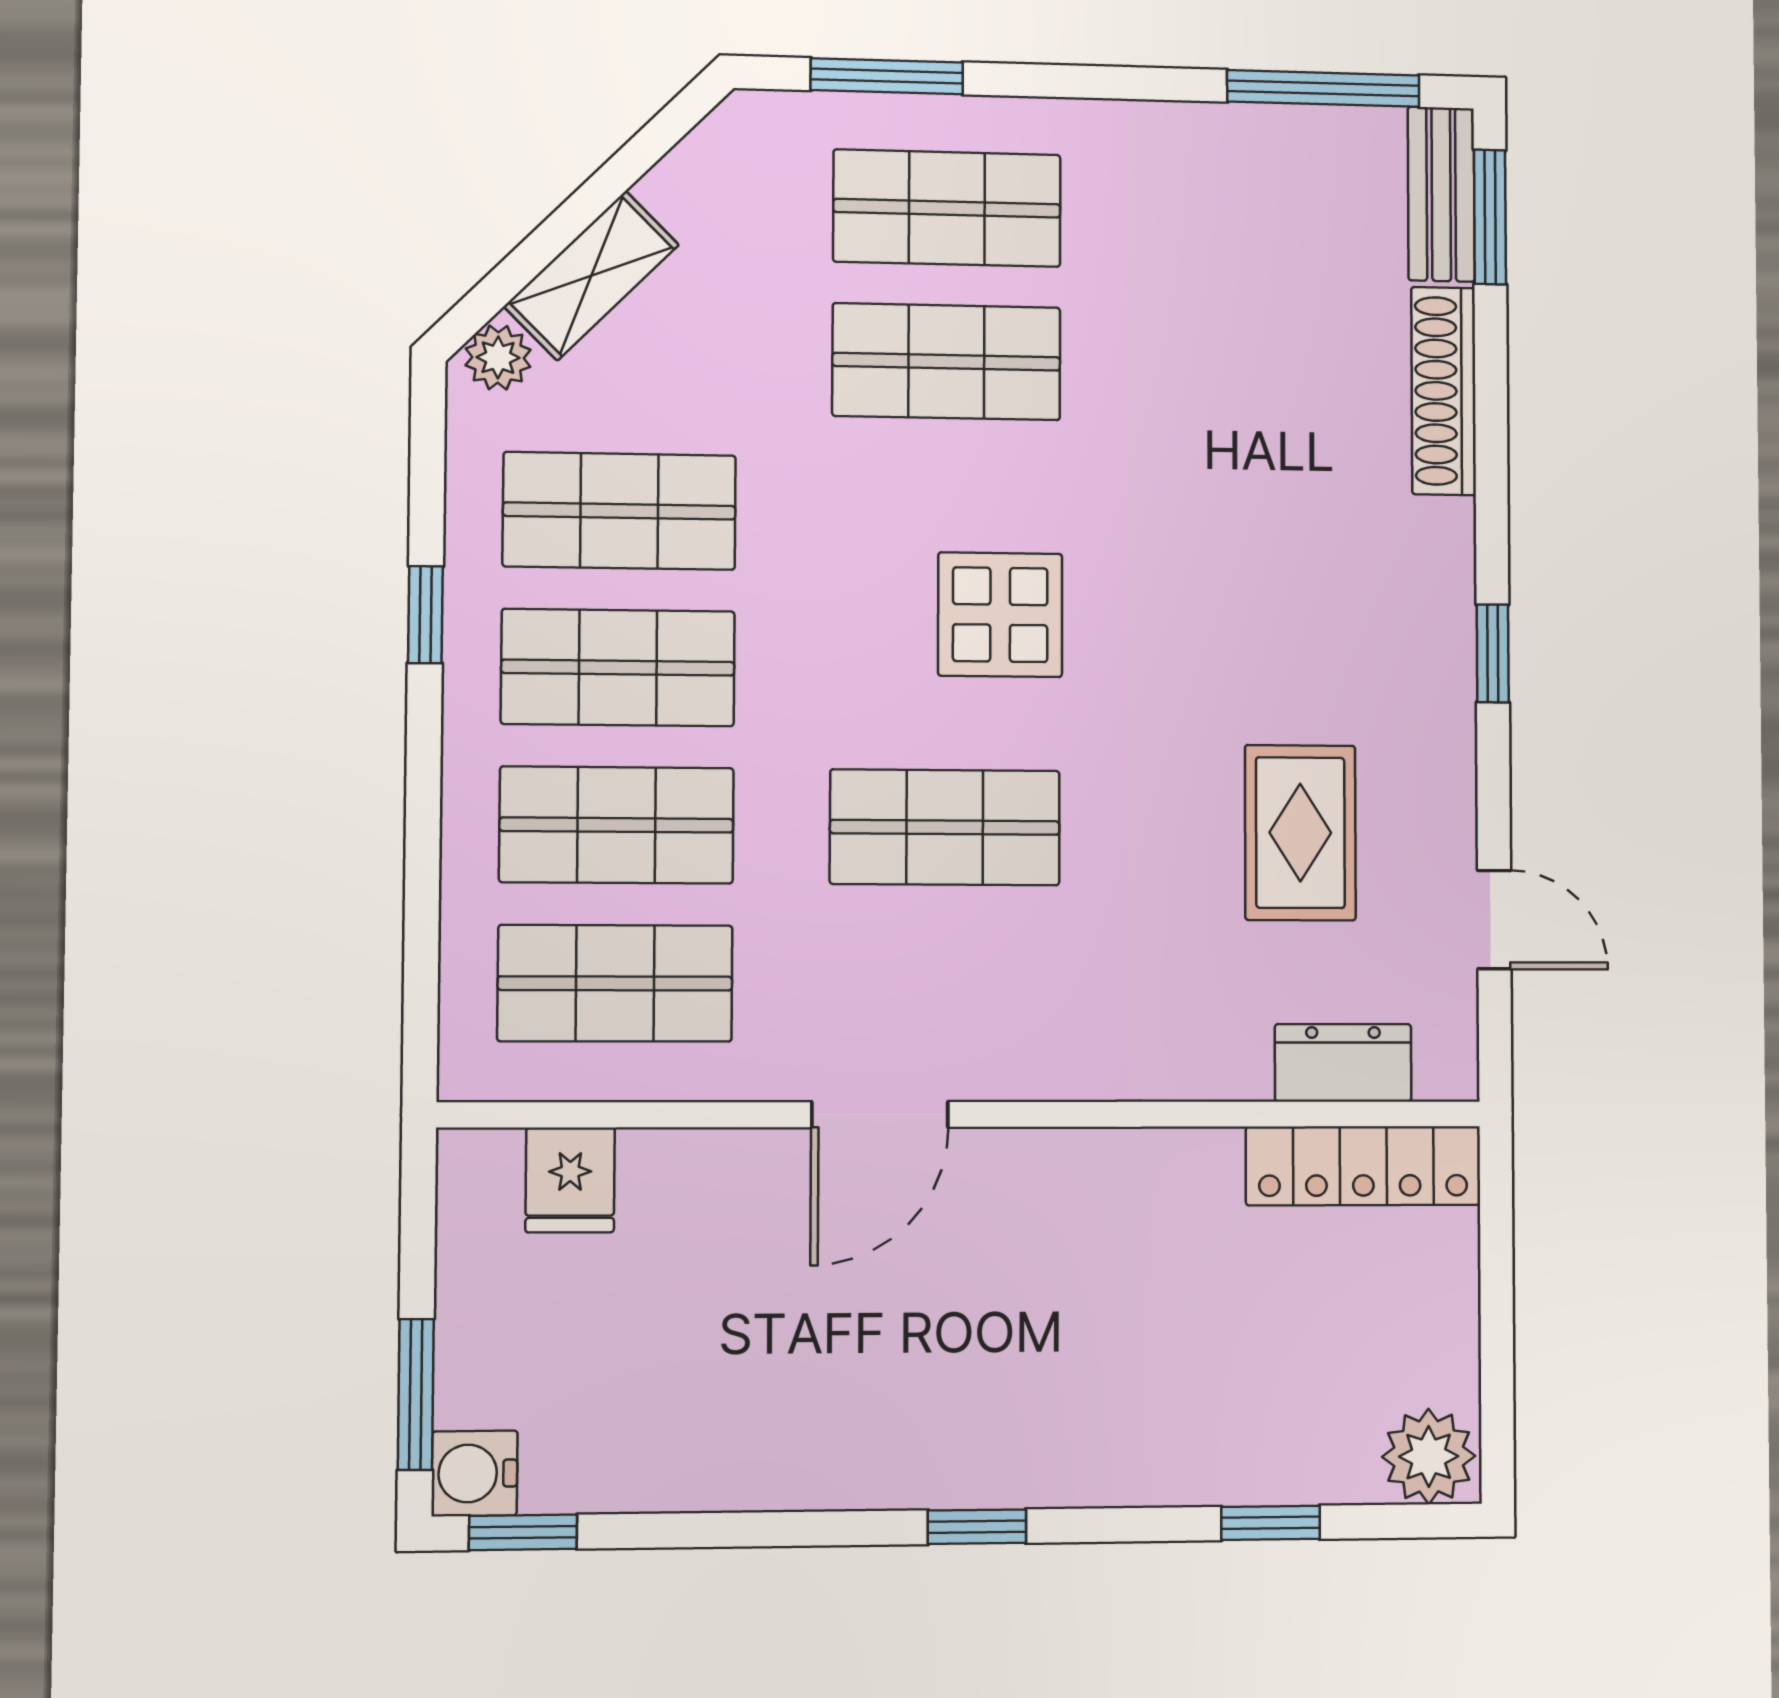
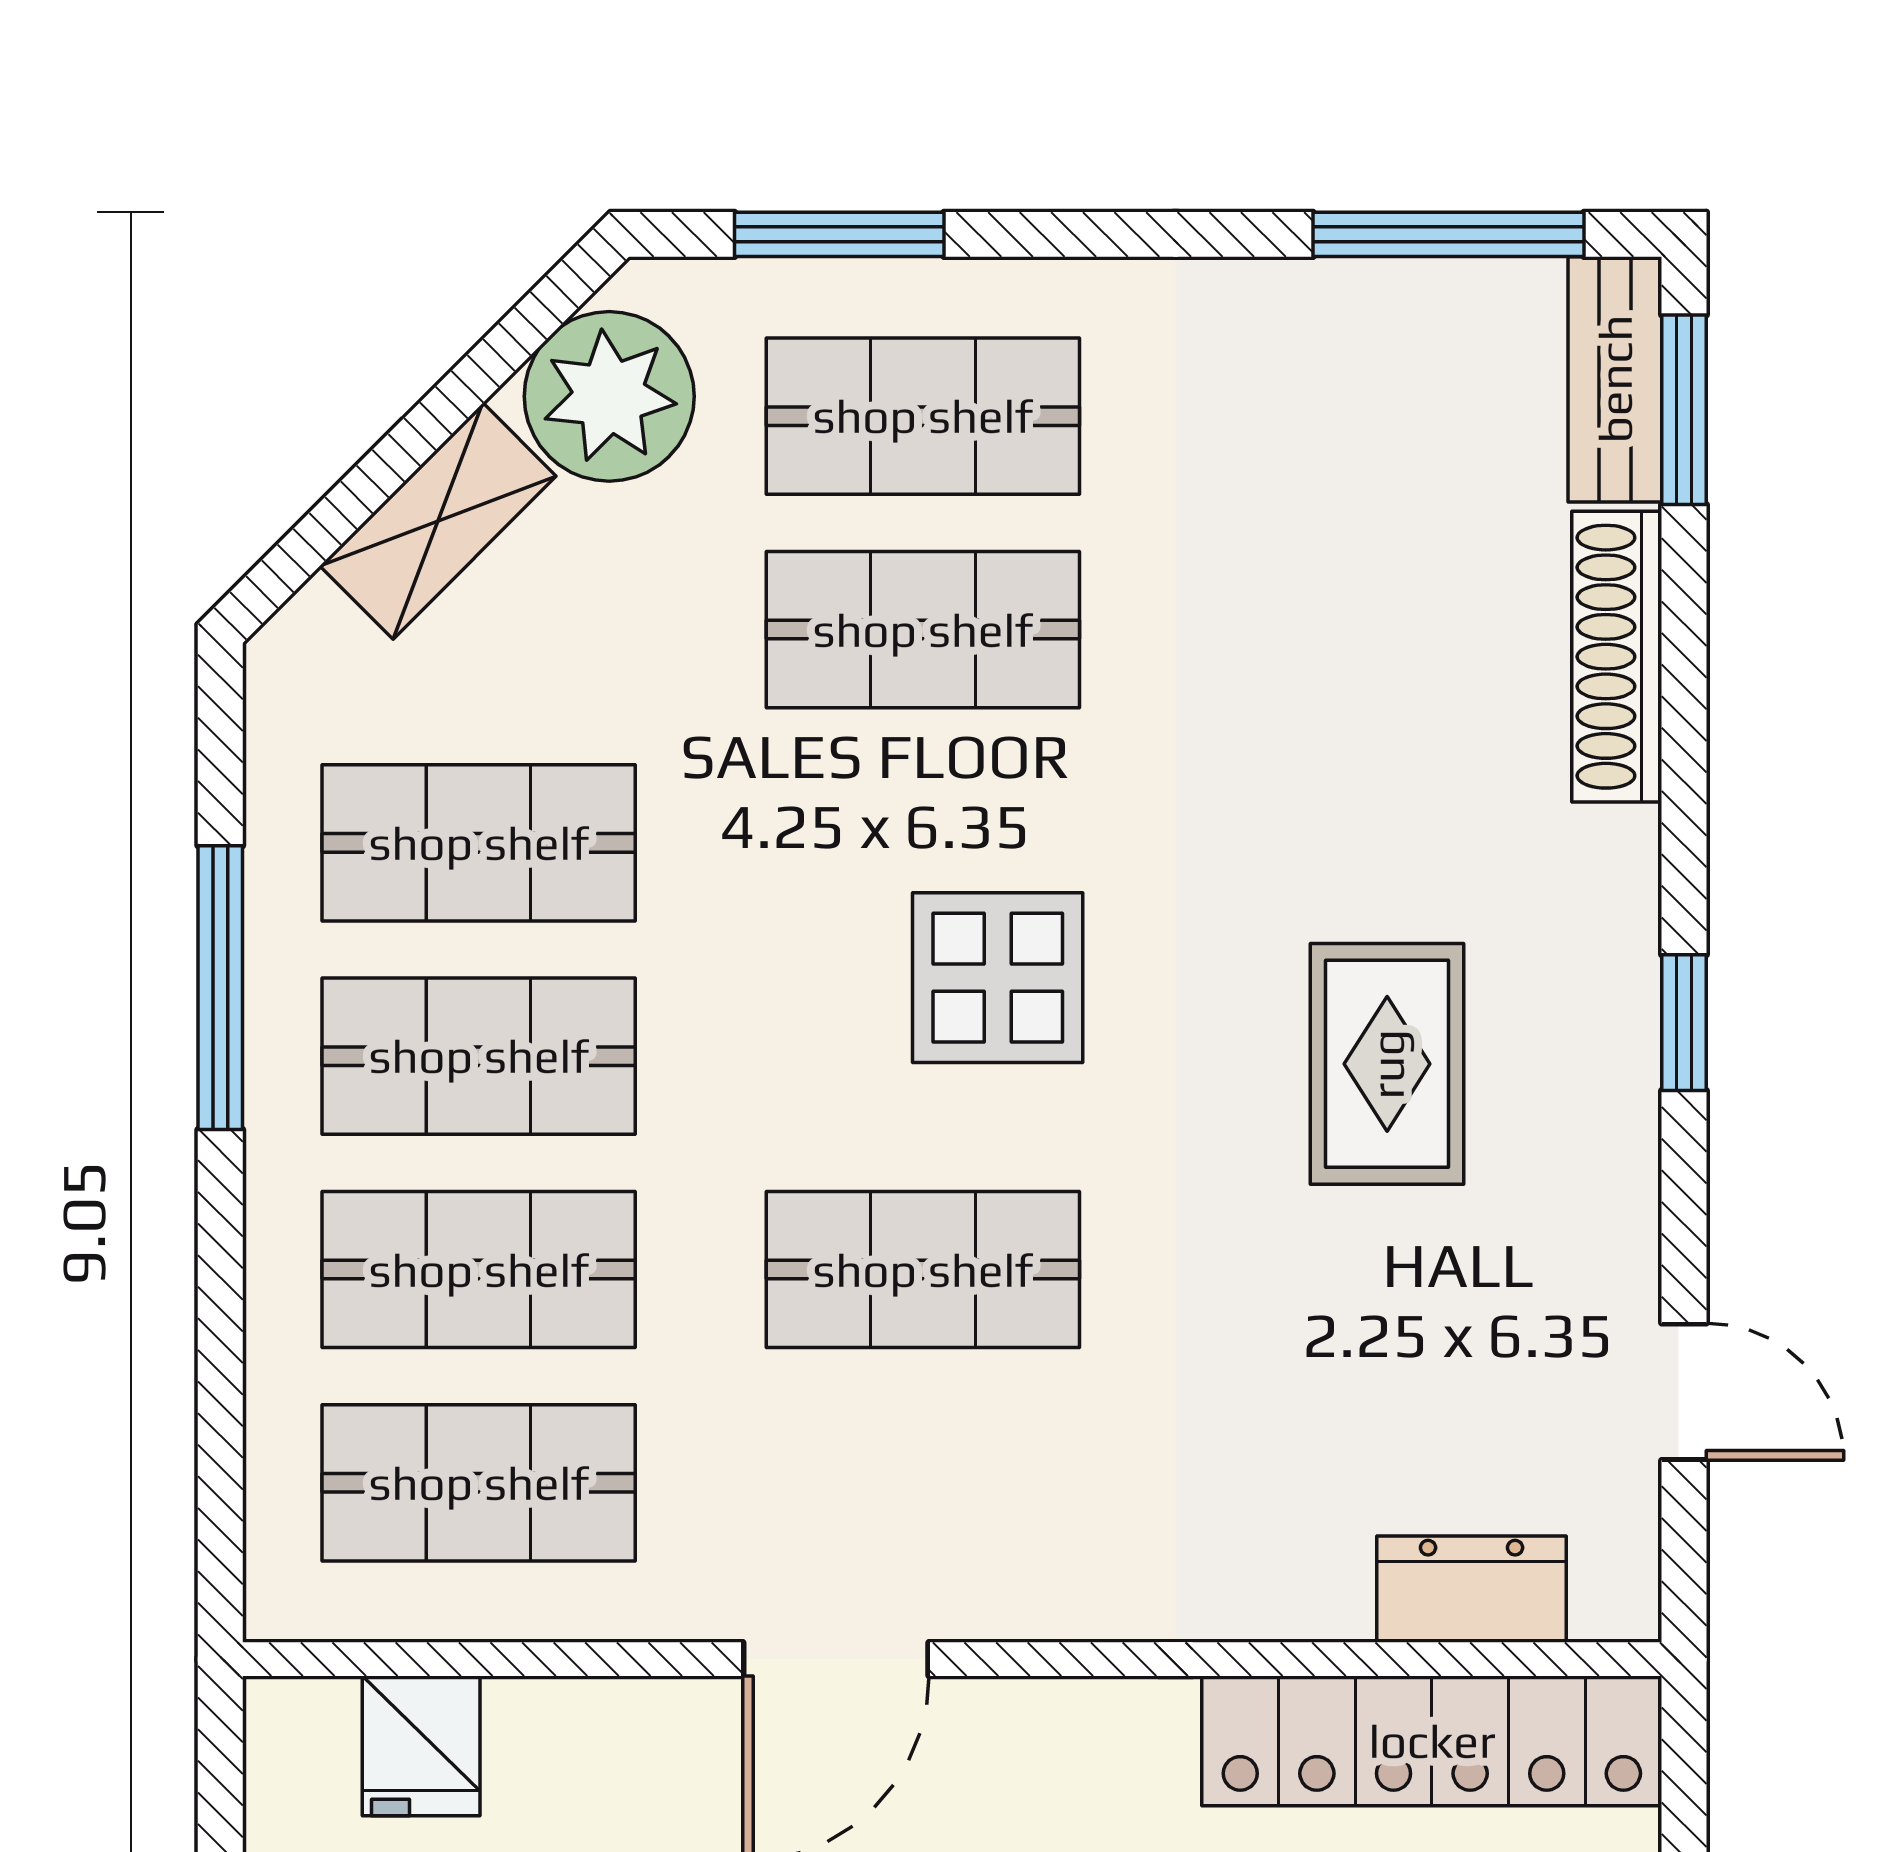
plant: (498, 358) -> (609, 396), moved, width x1.88, depth x1.88
window: (425, 615) -> (220, 988), width x2.17
rug: (1300, 833) -> (1387, 1064), moved
locker: (1363, 1166) -> (1432, 1741), width x1.41, depth x1.21

